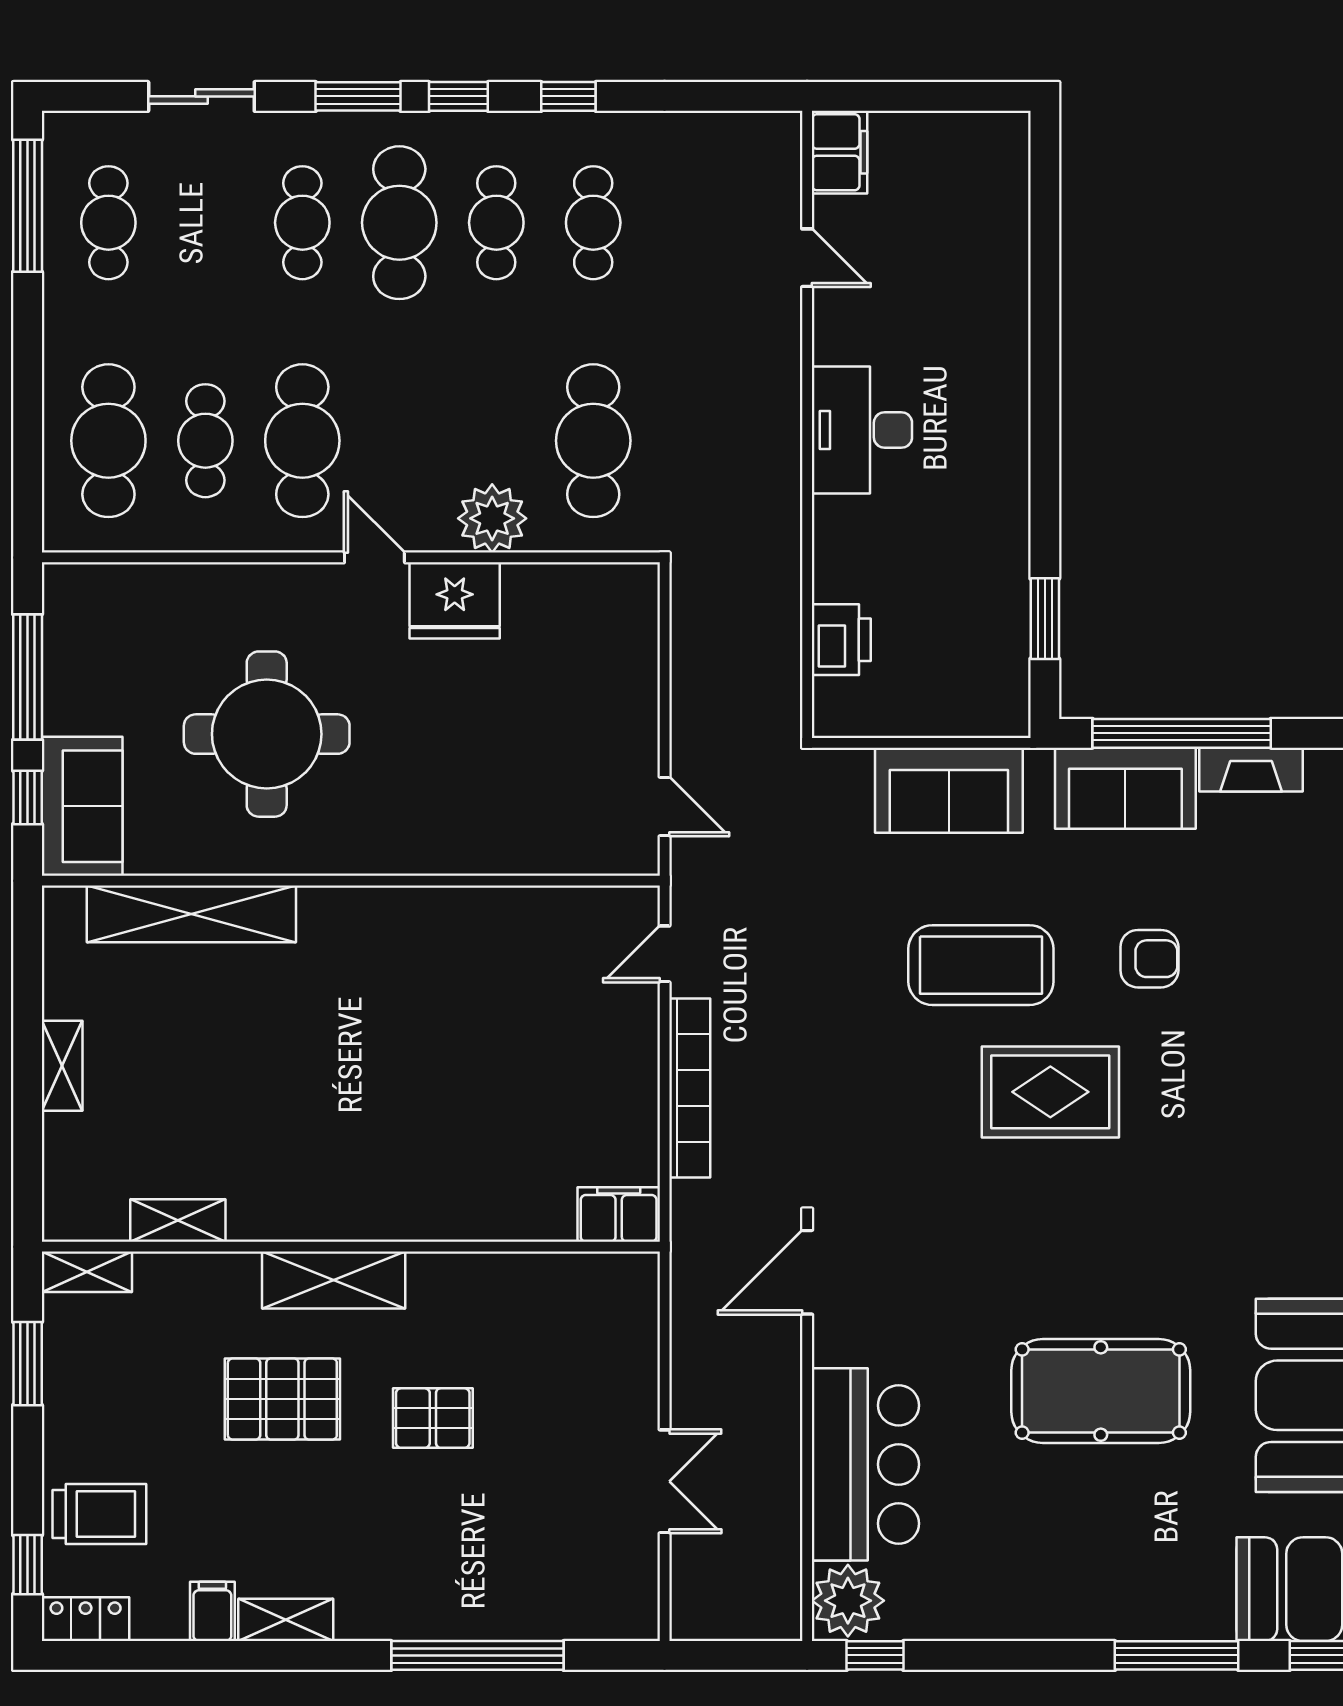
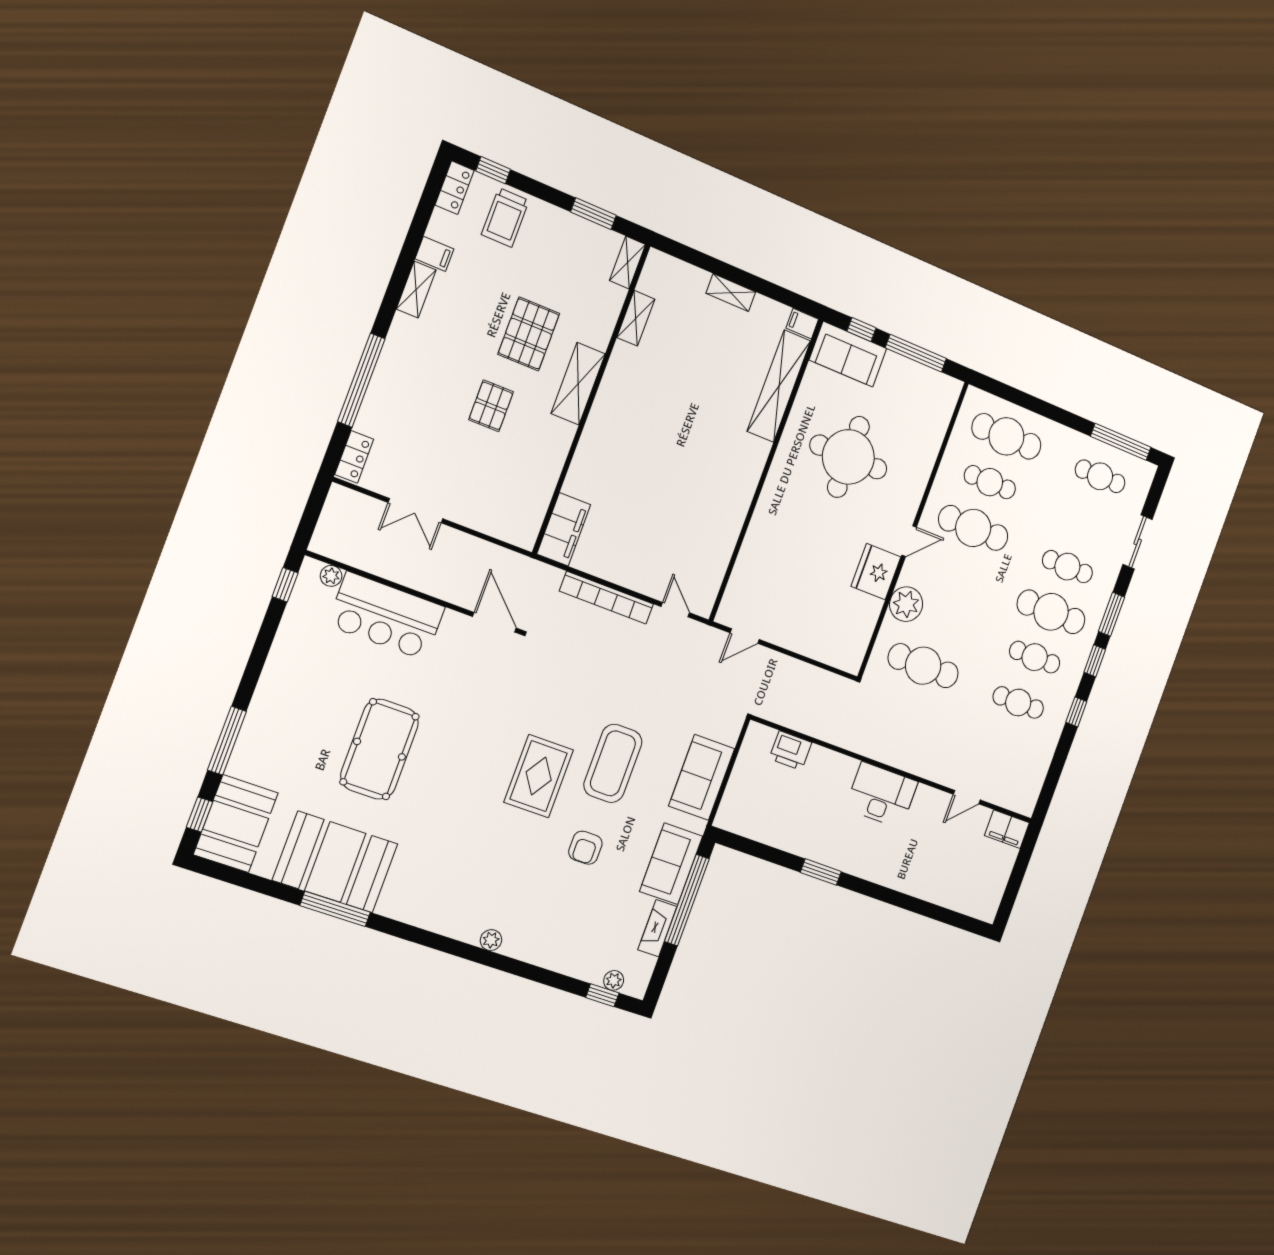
window: (1045, 619) -> (821, 872), moved
filing cabinet: (62, 913) -> (802, 324), added
filing cabinet: (619, 1215) -> (564, 529), width x1.50, depth x1.17
plant: (848, 1601) -> (331, 576), width x0.53, depth x0.53
locker: (613, 1619) -> (354, 457), added

